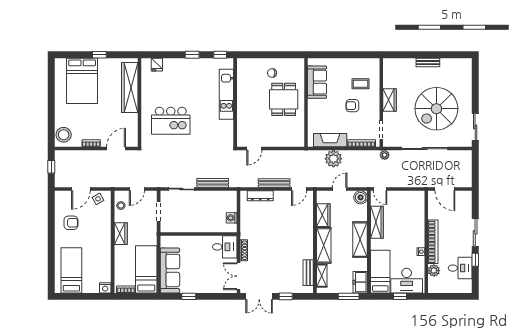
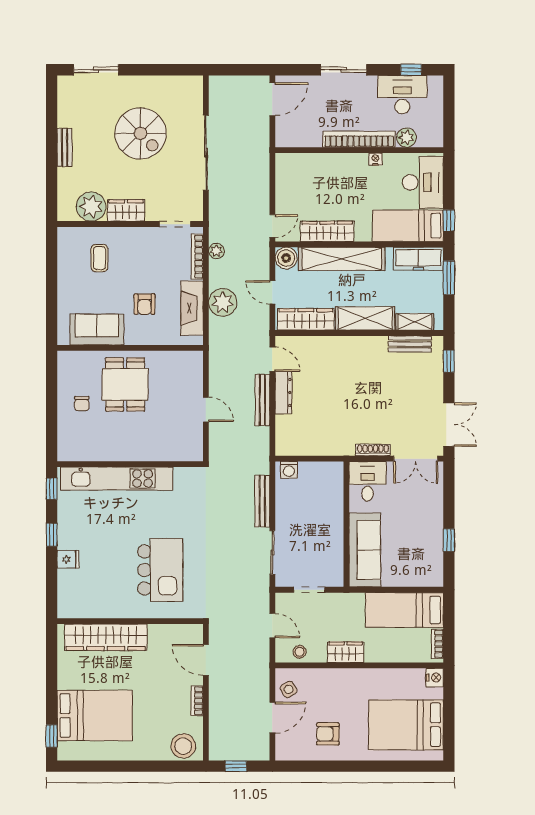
window: (99, 55) -> (52, 736), moved
fridge: (157, 65) -> (68, 559), moved
plant: (392, 79) -> (91, 207), added
kitchen unit: (226, 94) -> (117, 479), width x1.36
dining table: (284, 99) -> (125, 384), turned 90
armchair: (352, 106) -> (145, 304), moved
spiral stairs: (436, 109) -> (140, 133), width x0.73, depth x0.73
sliding door: (475, 127) -> (96, 70), moved
door: (254, 149) -> (206, 409), moved
plant: (385, 155) -> (216, 251), moved
door: (81, 189) -> (272, 718), hinge flipped
door: (445, 189) -> (272, 99), moved
dresser: (260, 196) -> (283, 393), moved
wardrobe: (323, 215) -> (306, 319), width x1.50
washing machine: (232, 218) -> (289, 470), moved
armchair: (71, 223) -> (328, 734), turned -90
shelving: (360, 240) -> (342, 259), width x1.47
window: (475, 260) -> (411, 70), moved
desk: (460, 268) -> (402, 95), width x1.37
bed: (71, 270) -> (406, 725), width x1.50
sofa: (170, 270) -> (365, 550), moved, turned 90
freezer: (360, 282) -> (418, 259), width x1.40
window: (286, 296) -> (449, 361), moved
window: (400, 296) -> (449, 220), moved

